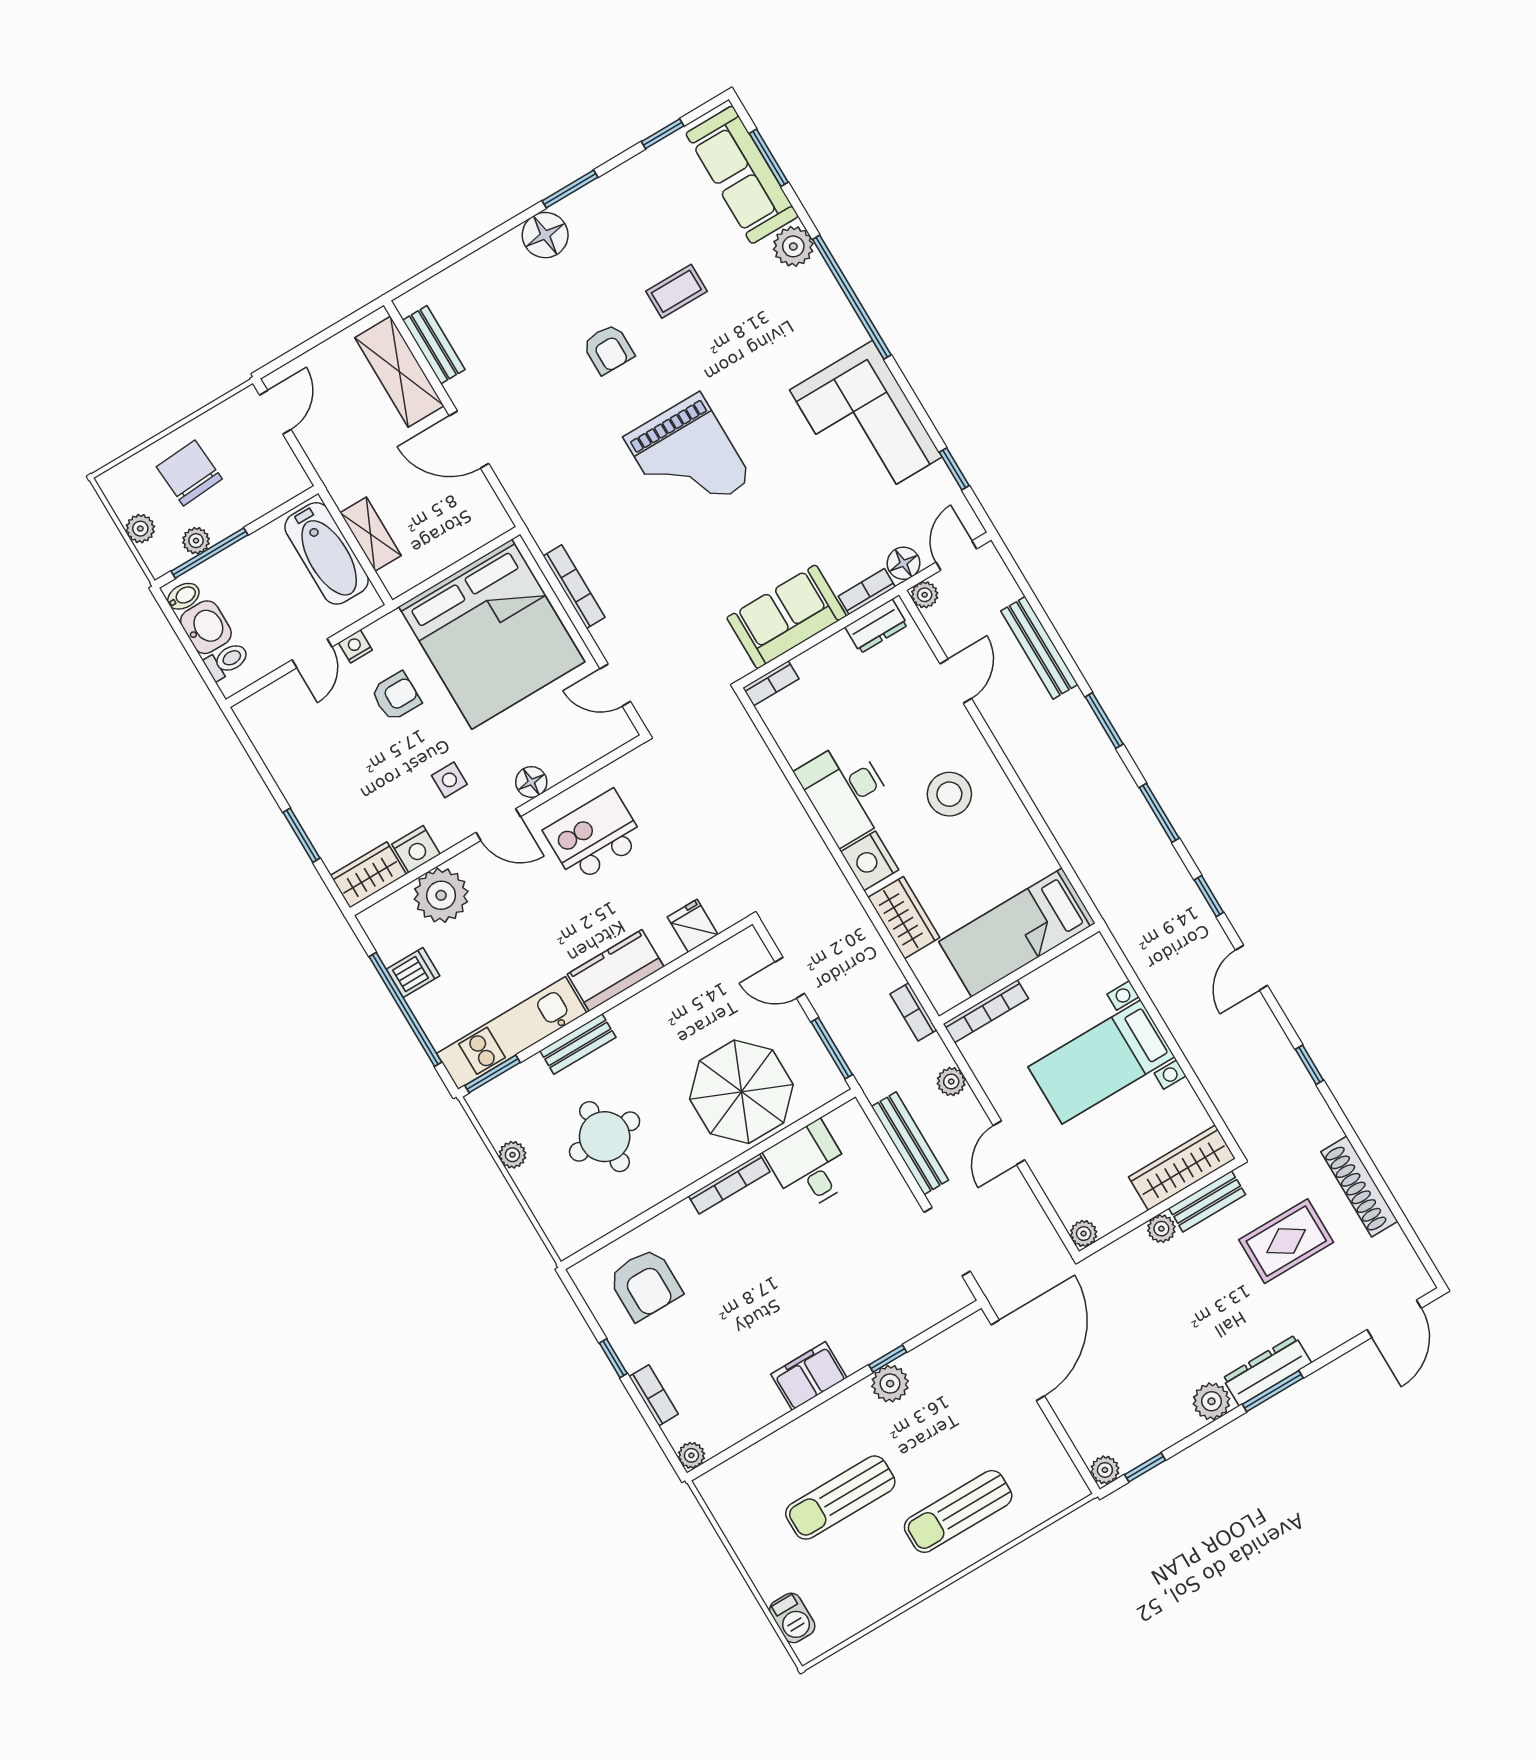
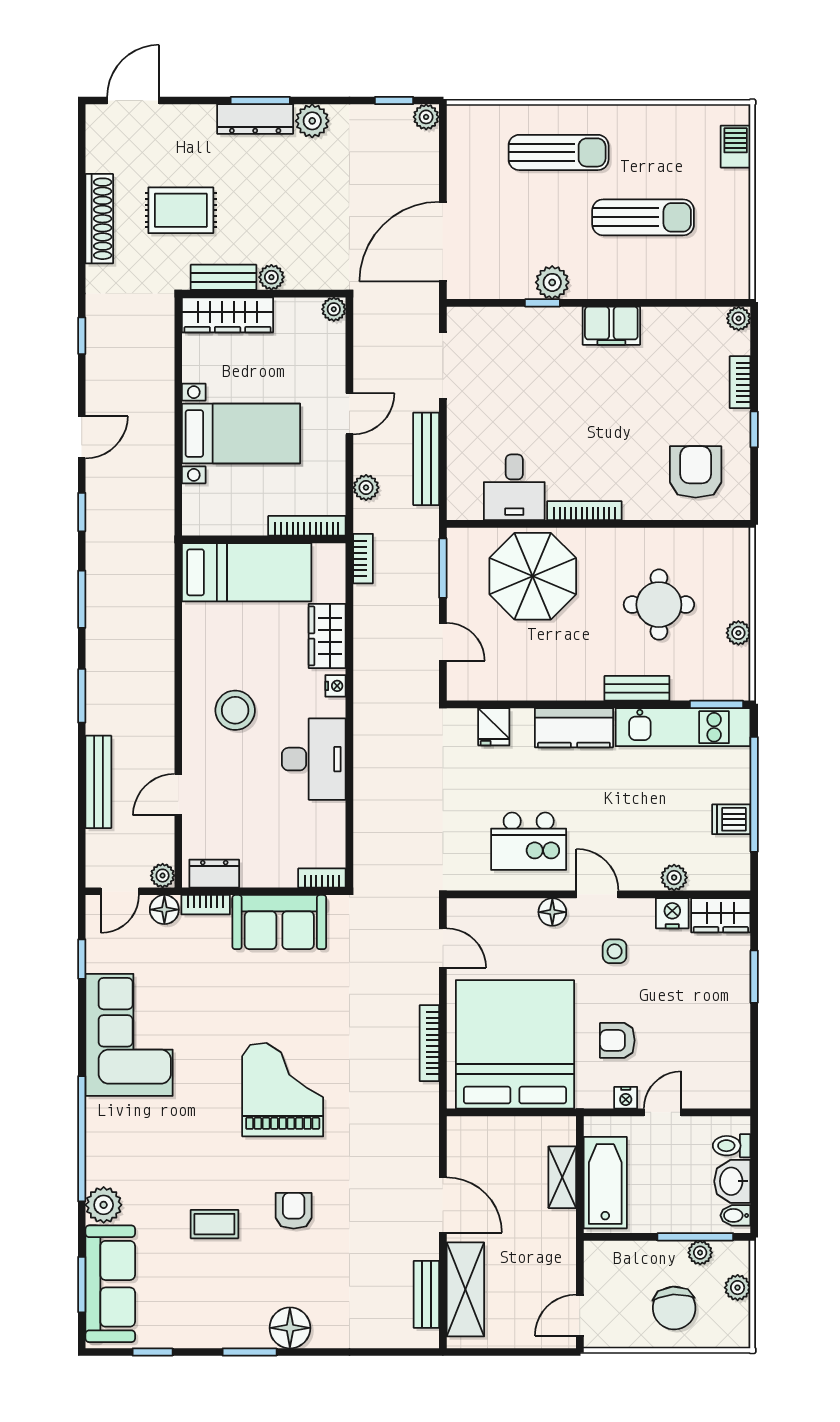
nightstand: (870, 861) -> (336, 686), width x0.53, depth x0.56
plant: (441, 895) -> (674, 878), width x0.53, depth x0.53

